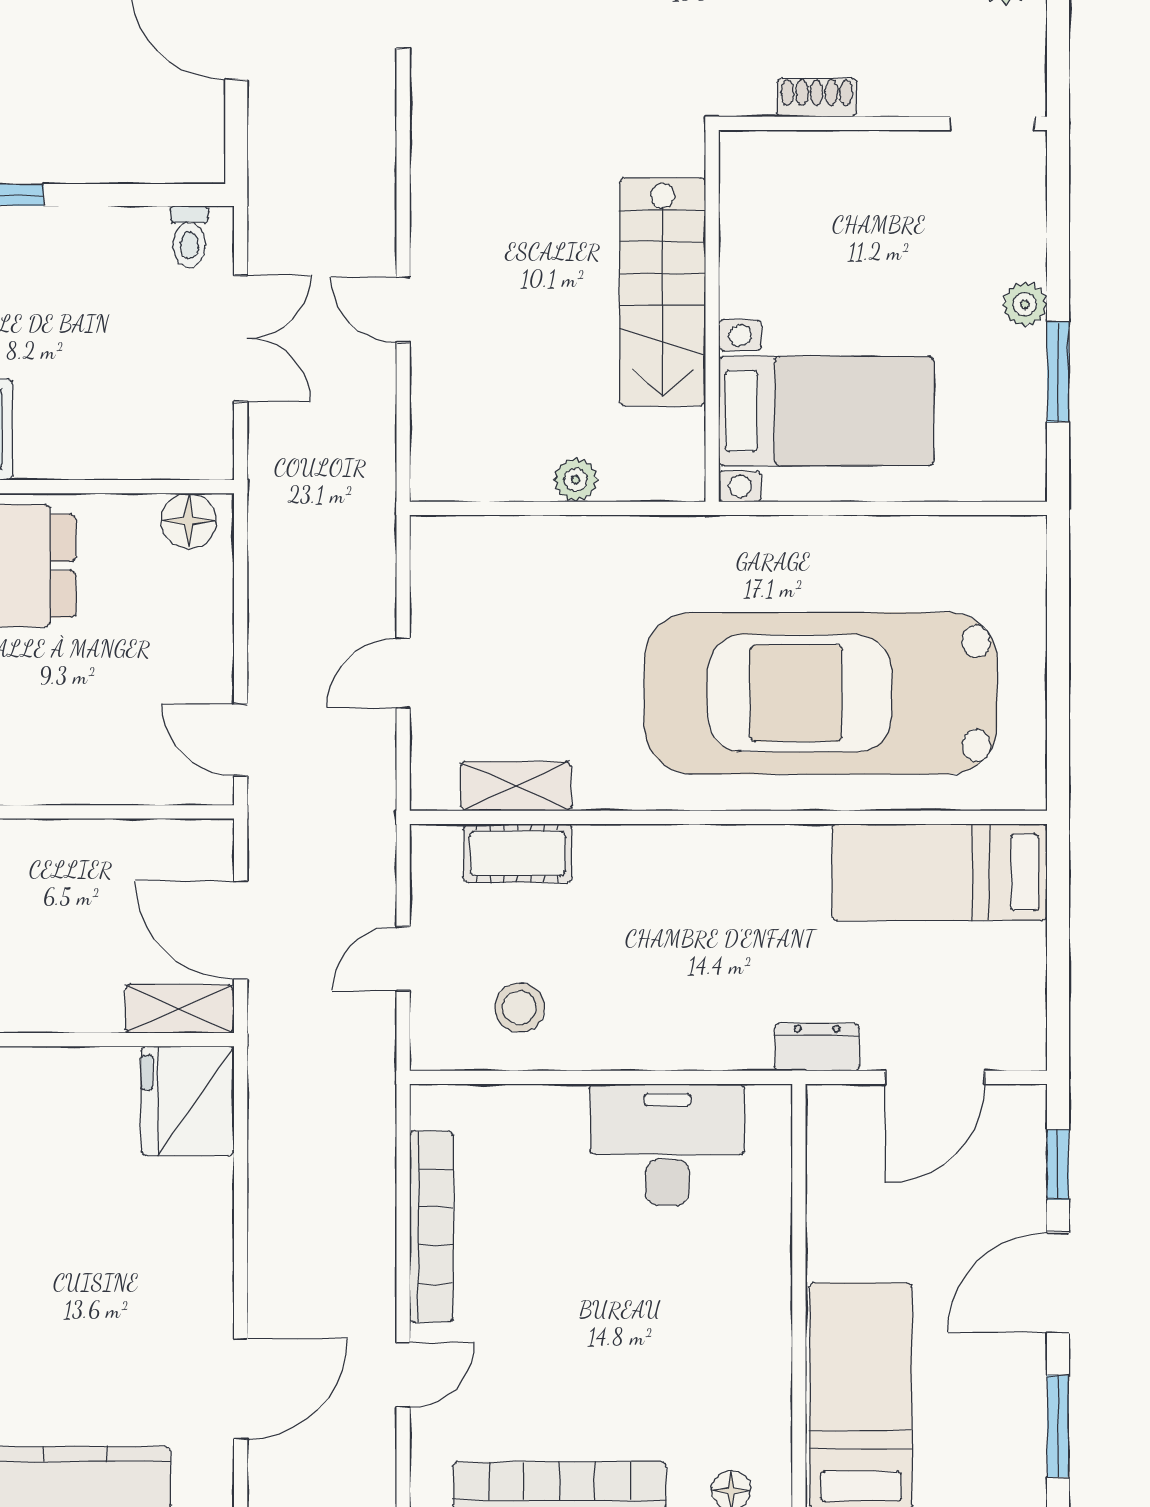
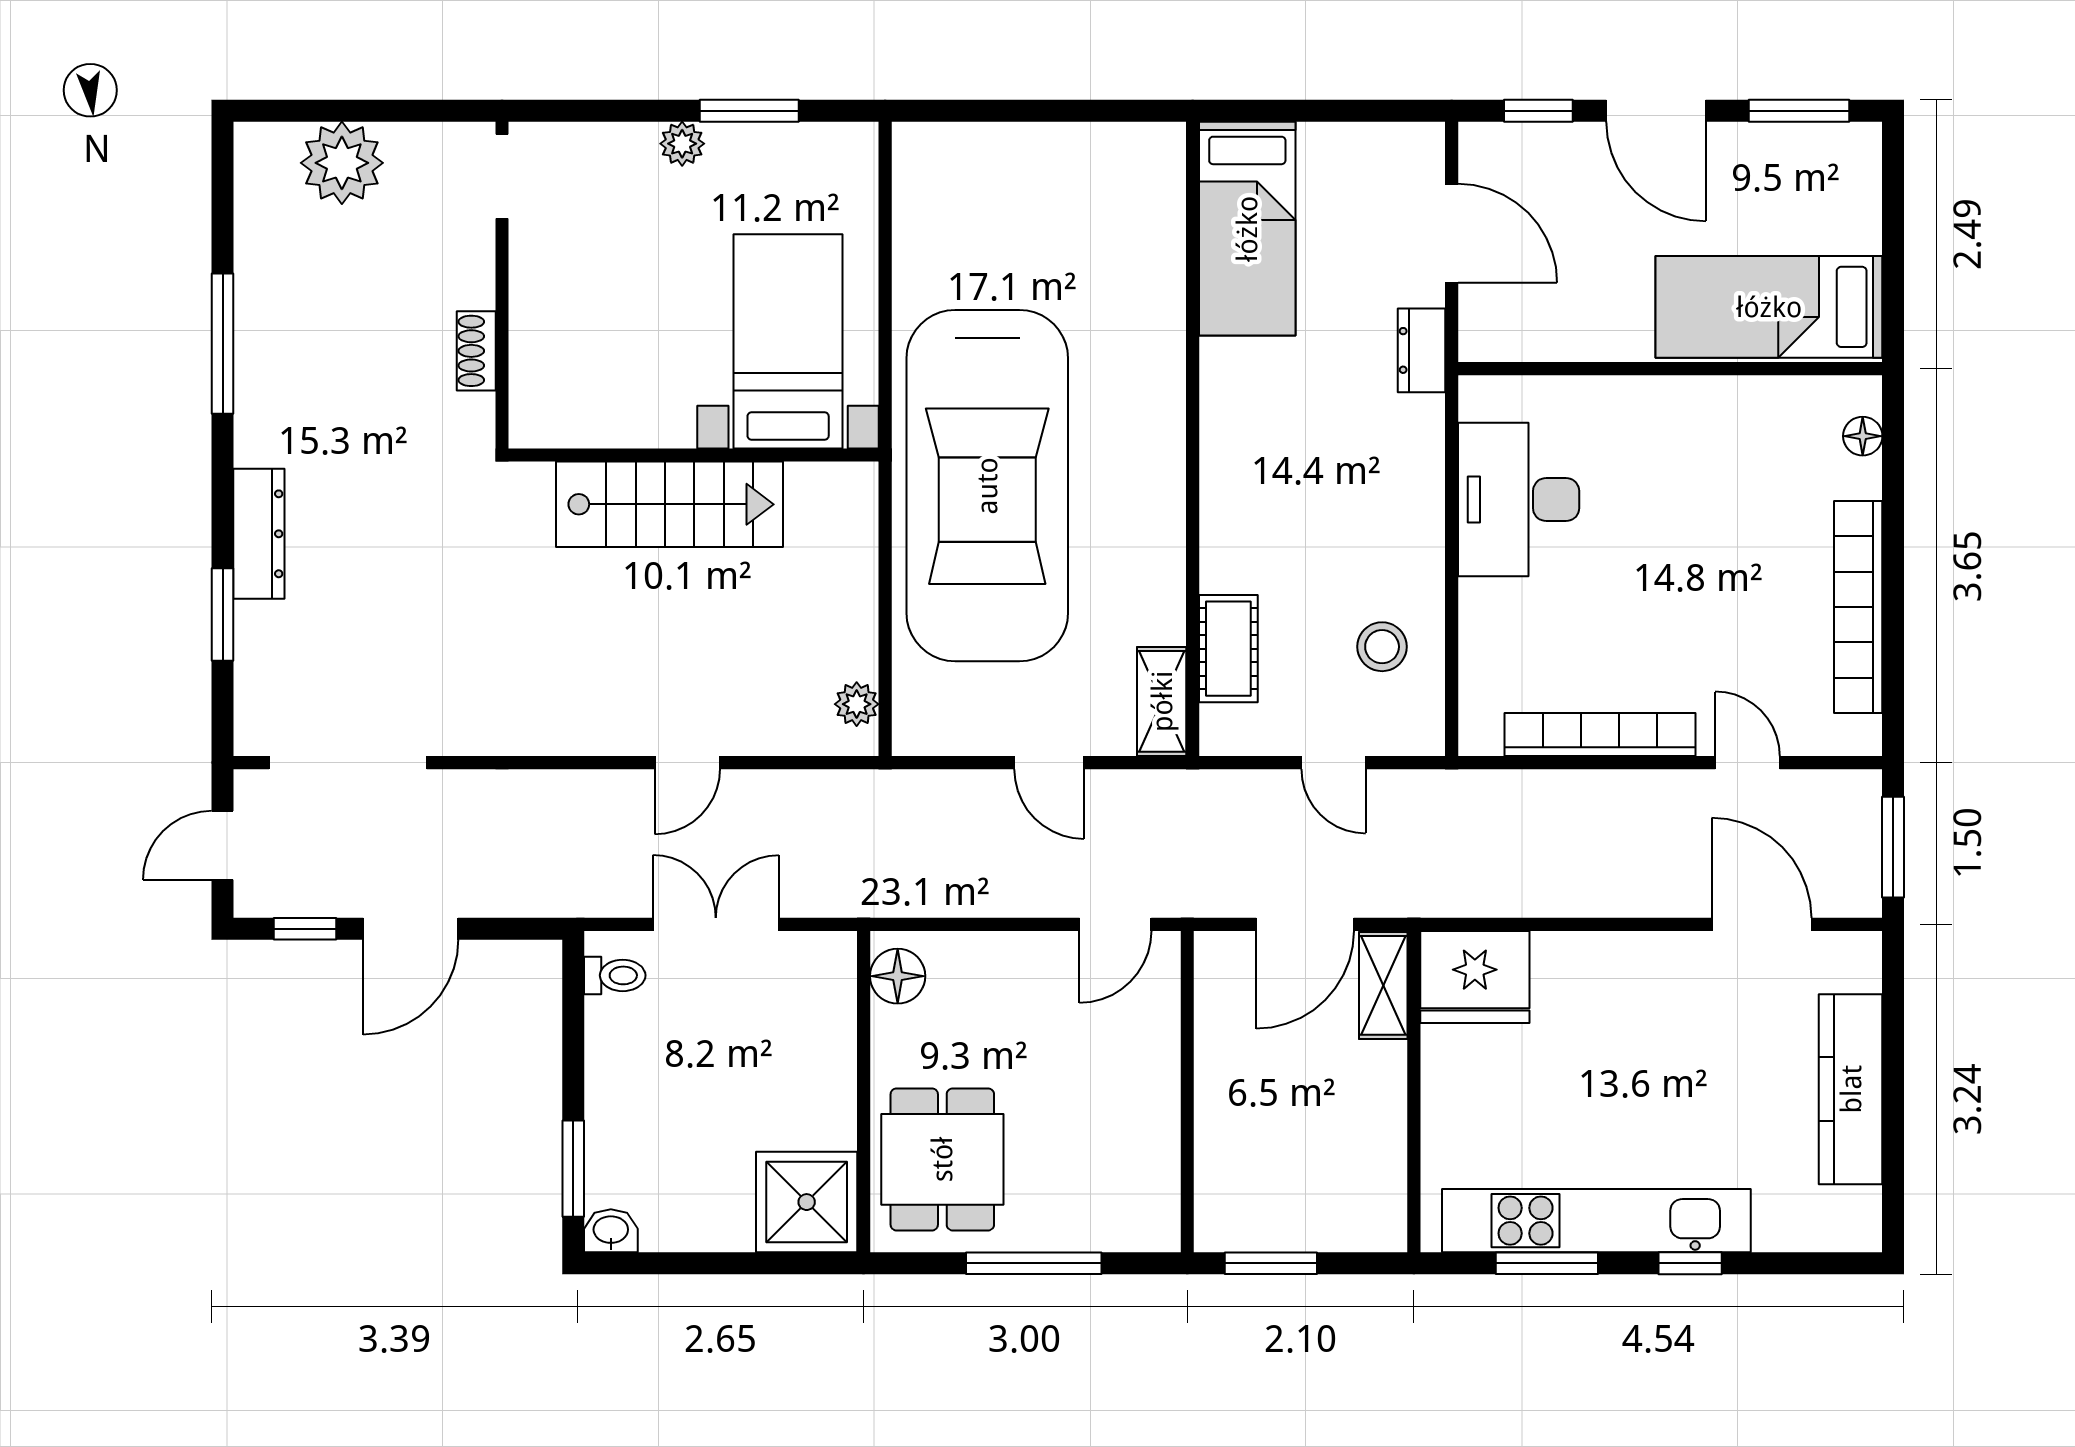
plant: (576, 480) -> (857, 704), moved
car: (821, 693) -> (987, 486), moved
shelving: (516, 786) -> (1162, 701), moved

